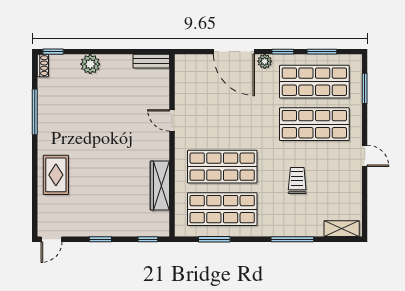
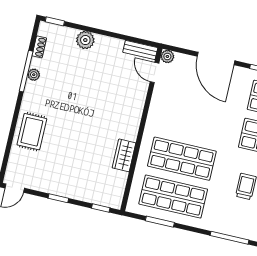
plant: (265, 61) -> (167, 56), moved
shoe rack: (43, 66) -> (39, 47), moved
plant: (44, 114) -> (34, 75), added
door: (172, 120) -> (155, 73), moved
wardrobe: (160, 186) -> (124, 155), width x0.67

